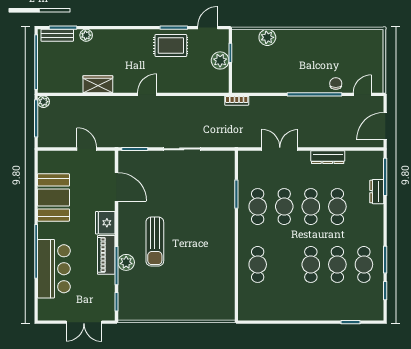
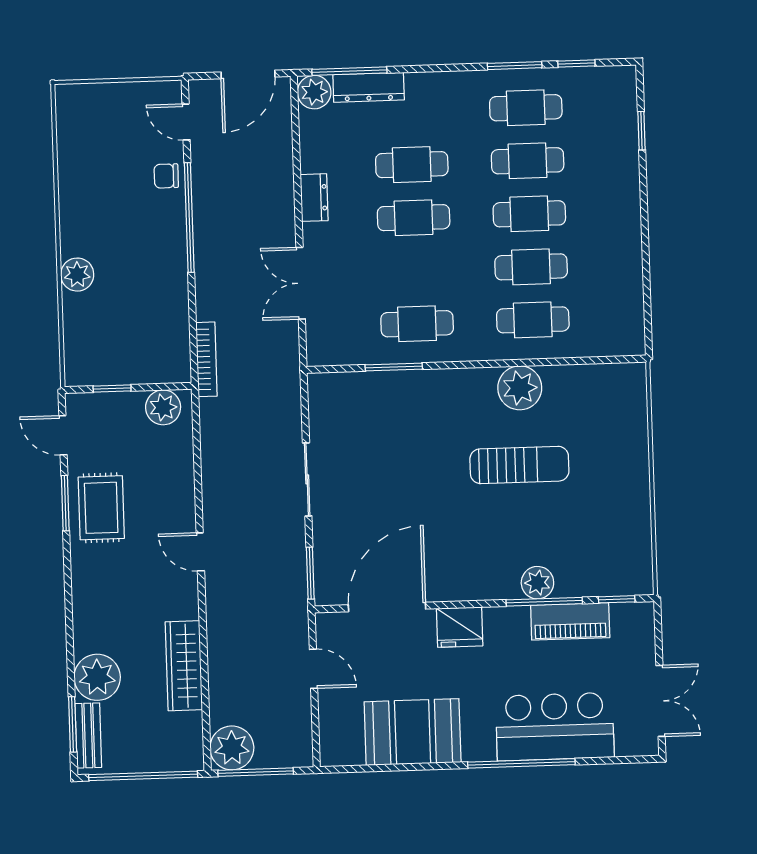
plant: (86, 35) -> (97, 677), width x1.87, depth x1.87
plant: (267, 37) -> (77, 275), moved
plant: (220, 60) -> (163, 407), moved
wardrobe: (98, 84) -> (184, 666), width x1.50
bookcase: (237, 101) -> (206, 359), width x1.56
plant: (43, 102) -> (232, 748), width x1.87, depth x1.87
door: (385, 126) -> (248, 74), hinge flipped
door: (87, 149) -> (313, 669), swing flipped
dresser: (328, 157) -> (314, 198), width x0.70
plant: (375, 159) -> (314, 92), added
door: (117, 187) -> (387, 607), width x1.36
dresser: (377, 192) -> (369, 87), width x1.44
cafe table: (284, 207) -> (531, 267), moved
sun lounger: (155, 242) -> (519, 465), moved
piano: (106, 255) -> (570, 621), moved
plant: (224, 257) -> (520, 388), added
double door: (84, 322) -> (660, 701), moved

